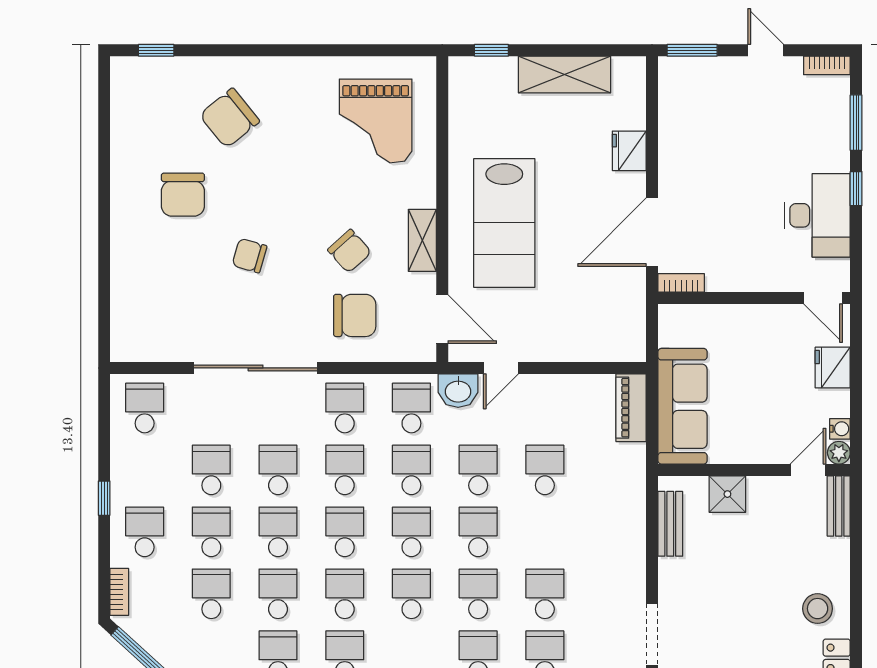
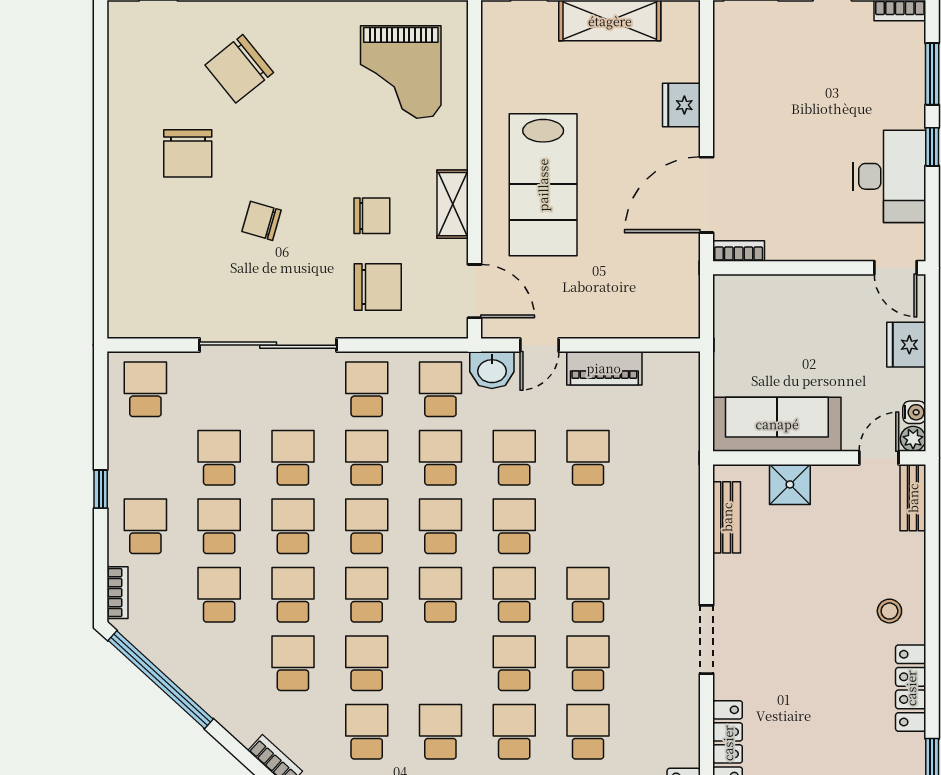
chair: (349, 251) -> (372, 216), turned -48
sofa: (682, 406) -> (777, 424), moved, turned -90
piano: (631, 408) -> (604, 368), moved, turned -90
stool: (818, 609) -> (889, 611), width x0.73, depth x0.73

